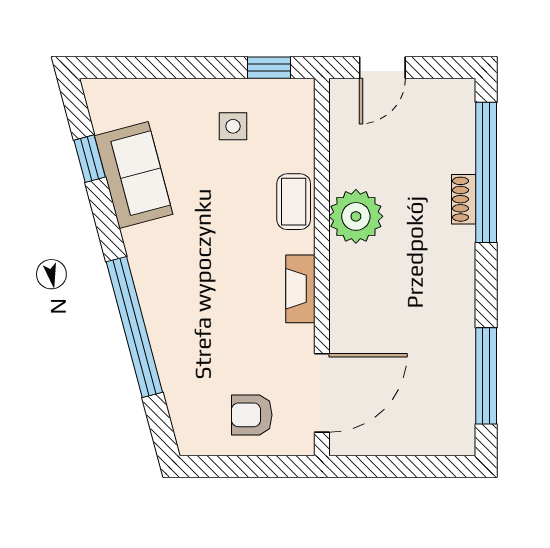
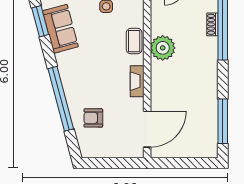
window: (90, 159) -> (40, 21), width x1.50
shoe rack: (464, 199) -> (212, 24), moved
armchair: (252, 415) -> (93, 118), moved

